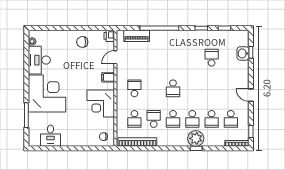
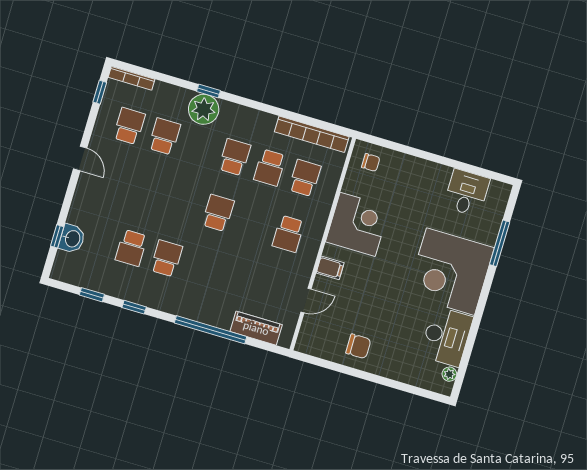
printer: (109, 36) -> (306, 343), removed
school desk: (192, 119) -> (166, 258), moved

